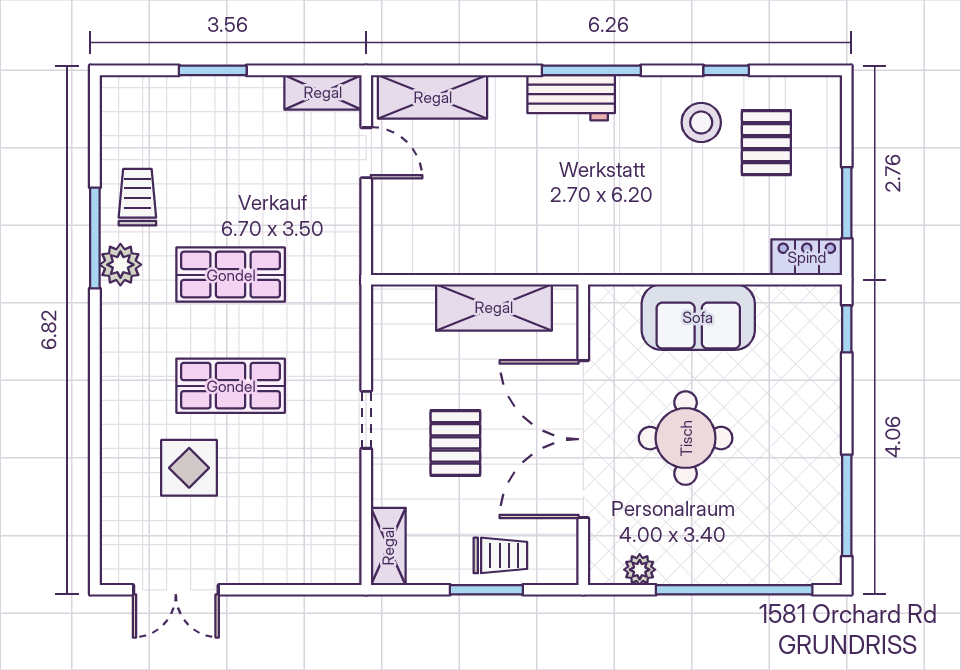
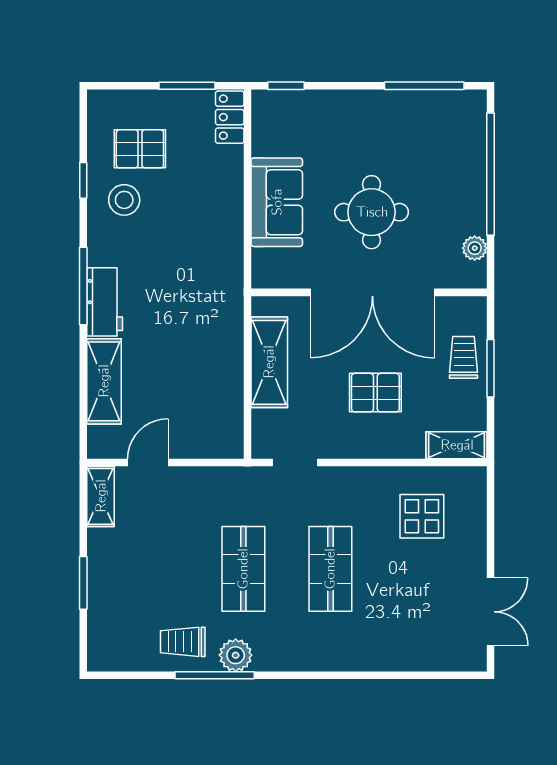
shelving: (433, 97) -> (104, 381), moved
doorway: (366, 420) -> (295, 463), moved
display table: (189, 468) -> (422, 516), moved

